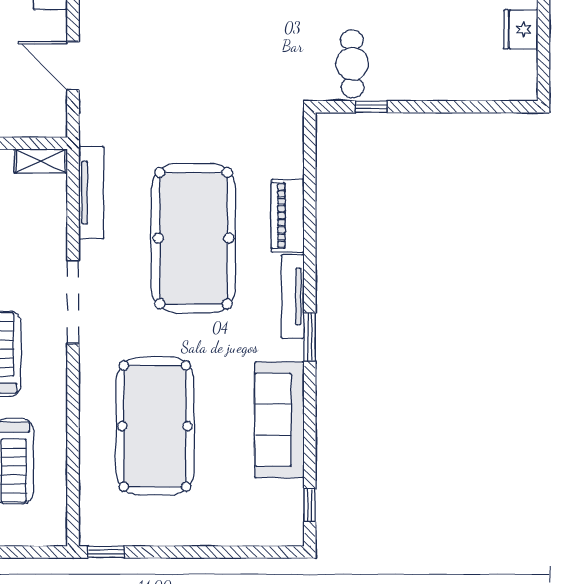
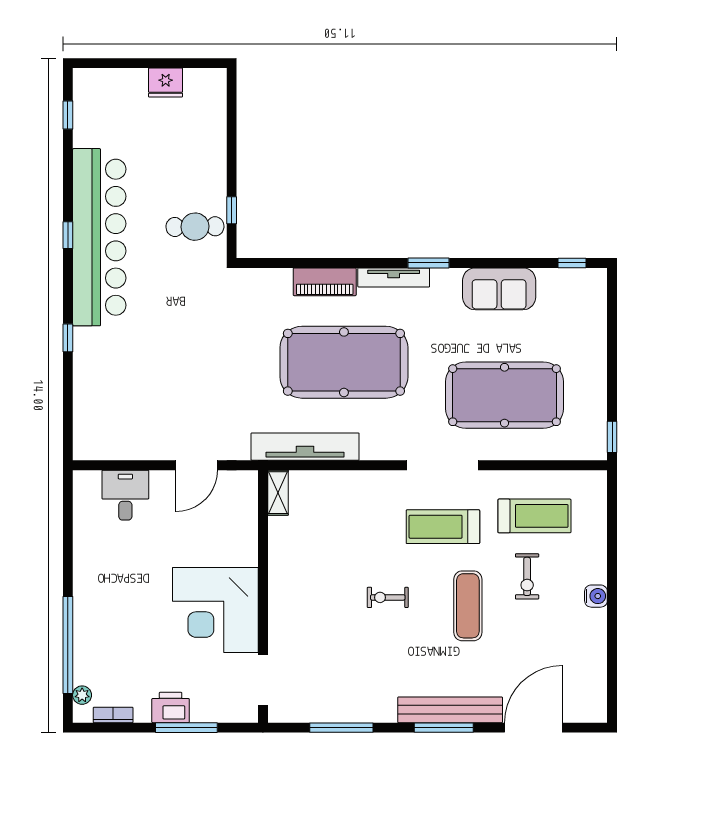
tv unit: (91, 193) -> (305, 447), width x1.36, depth x1.29
doorway: (73, 302) -> (442, 465), moved
sofa: (279, 420) -> (499, 289), width x0.73

